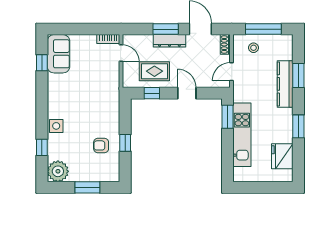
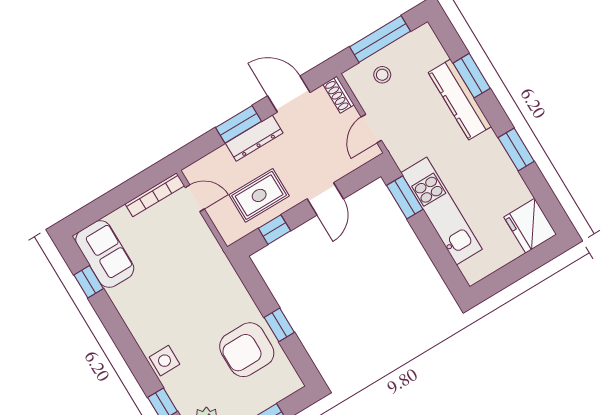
bookcase: (108, 39) -> (155, 195), width x1.56
door: (187, 93) -> (325, 199), swing flipped
armchair: (101, 145) -> (247, 350), width x1.88, depth x1.88
fridge: (282, 156) -> (530, 226), moved

